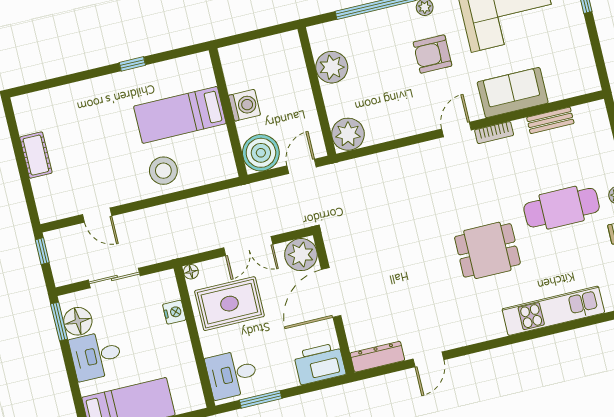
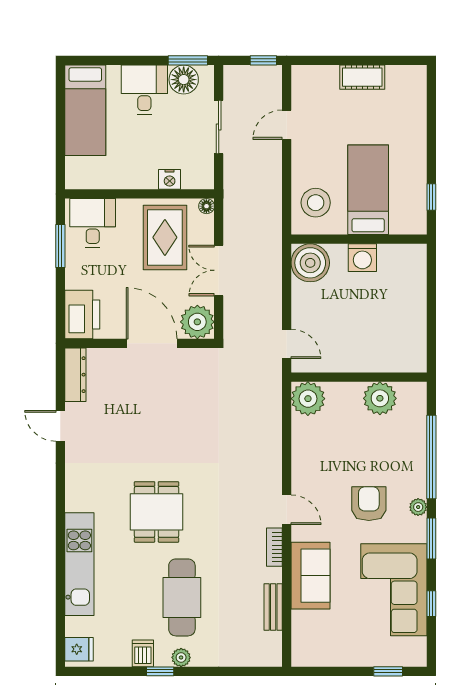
washing machine: (244, 105) -> (362, 258), moved
wall: (228, 113) -> (359, 239), moved
bed: (180, 115) -> (368, 190), moved
boiler: (261, 153) -> (310, 263), moved

